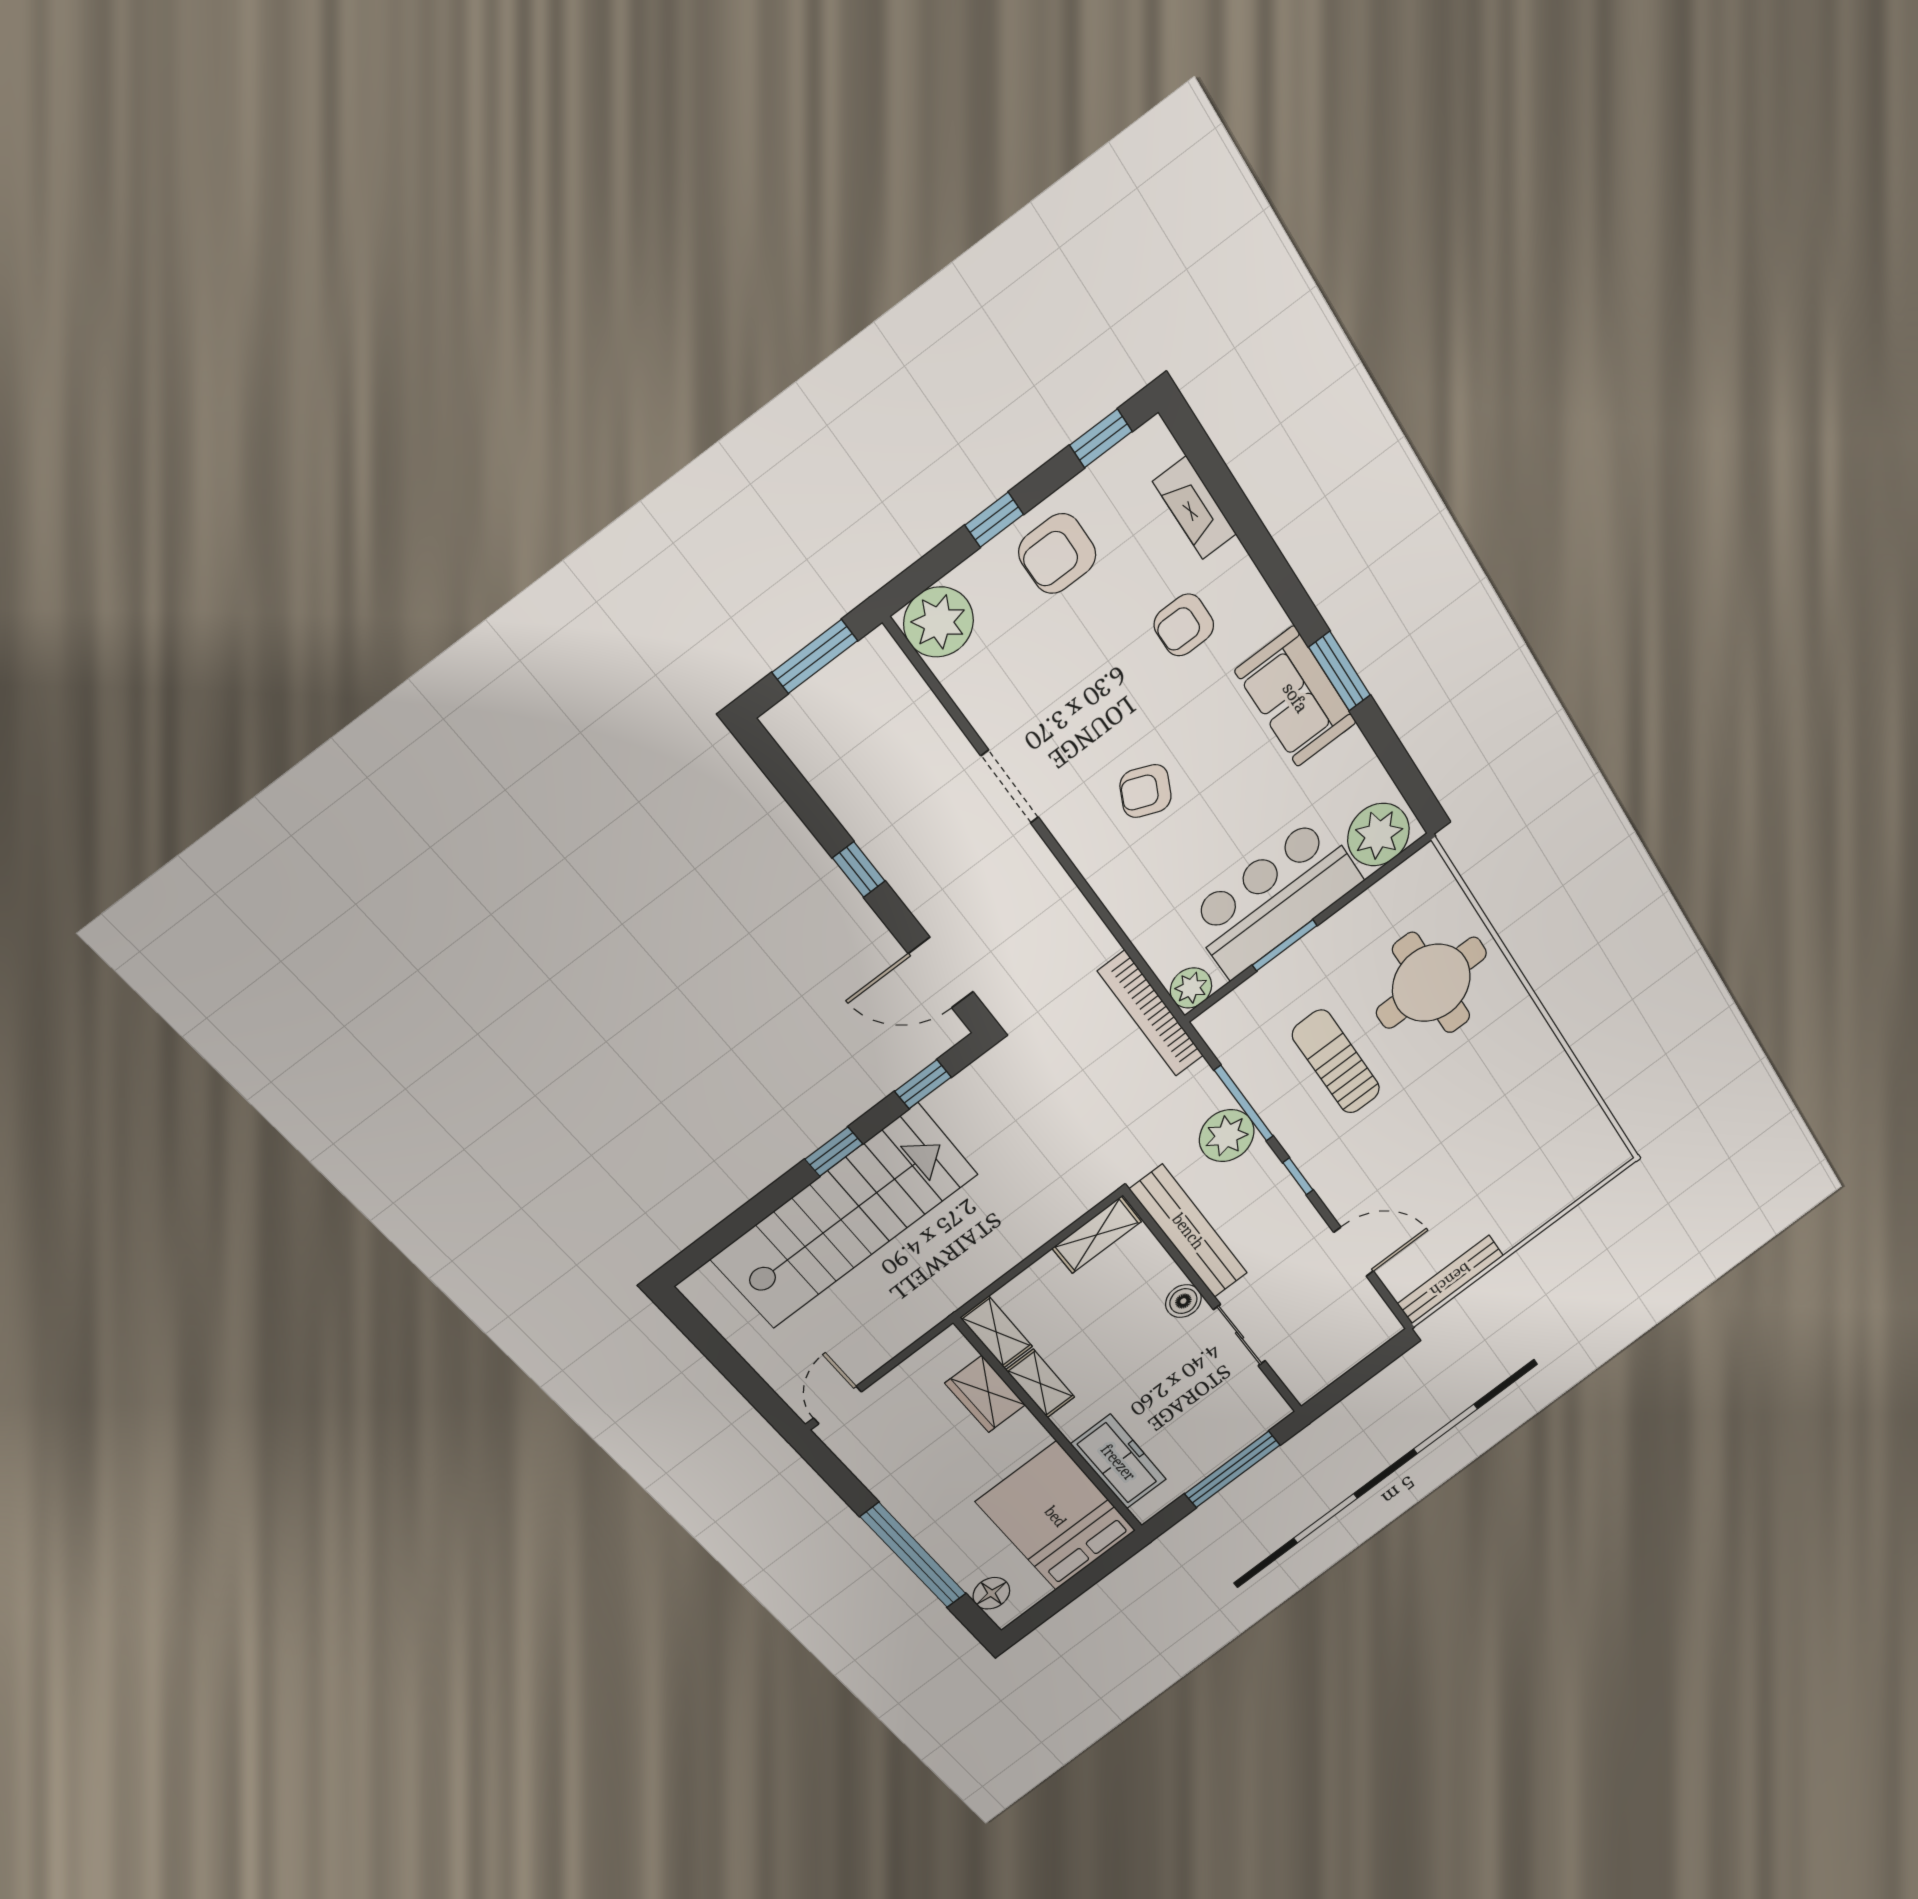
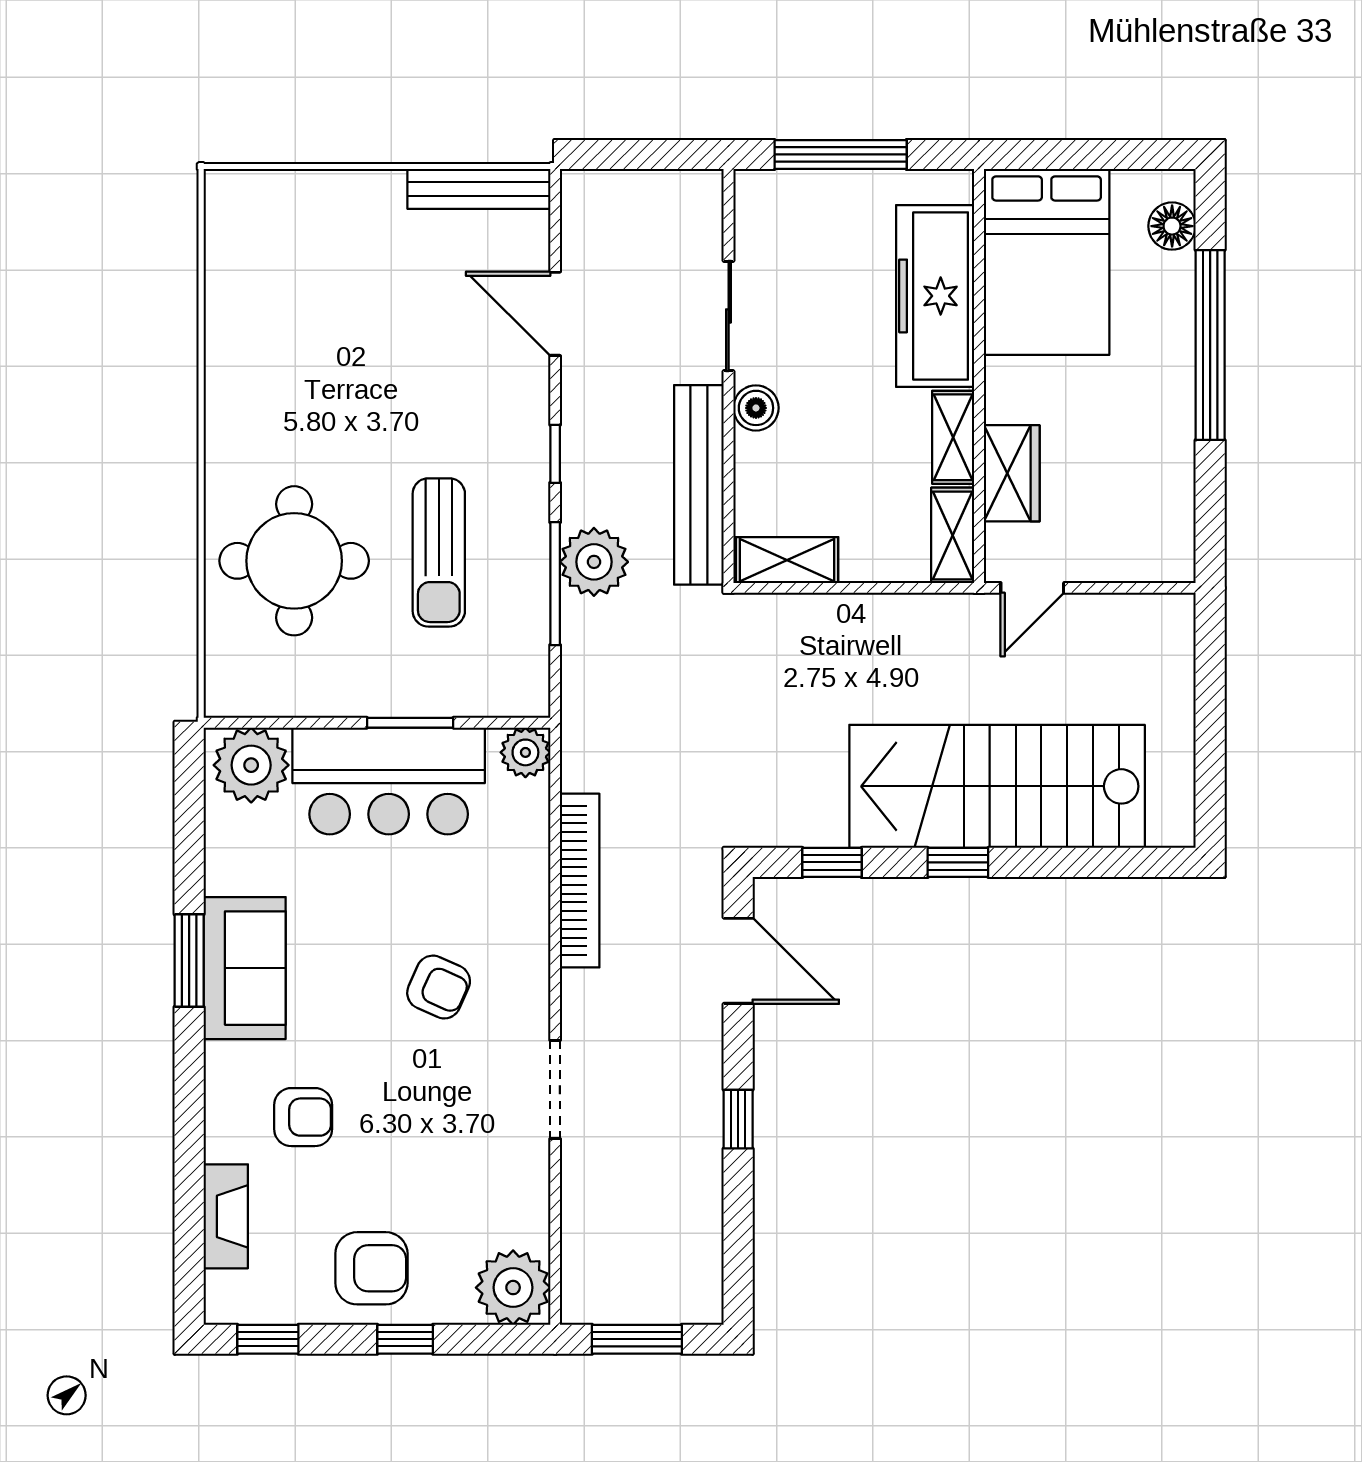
bookcase: (1151, 1014) -> (580, 881), moved
door: (837, 1405) -> (1032, 588), moved
freezer: (1119, 1462) -> (935, 296), width x1.36, depth x1.26

